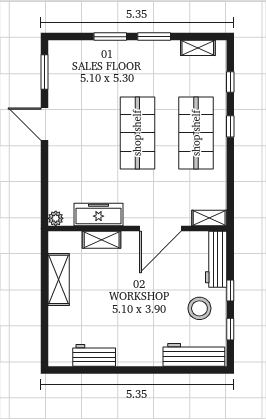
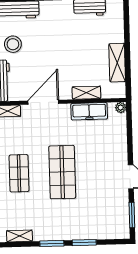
shop shelf: (196, 133) -> (19, 173), width x0.70, depth x0.74

